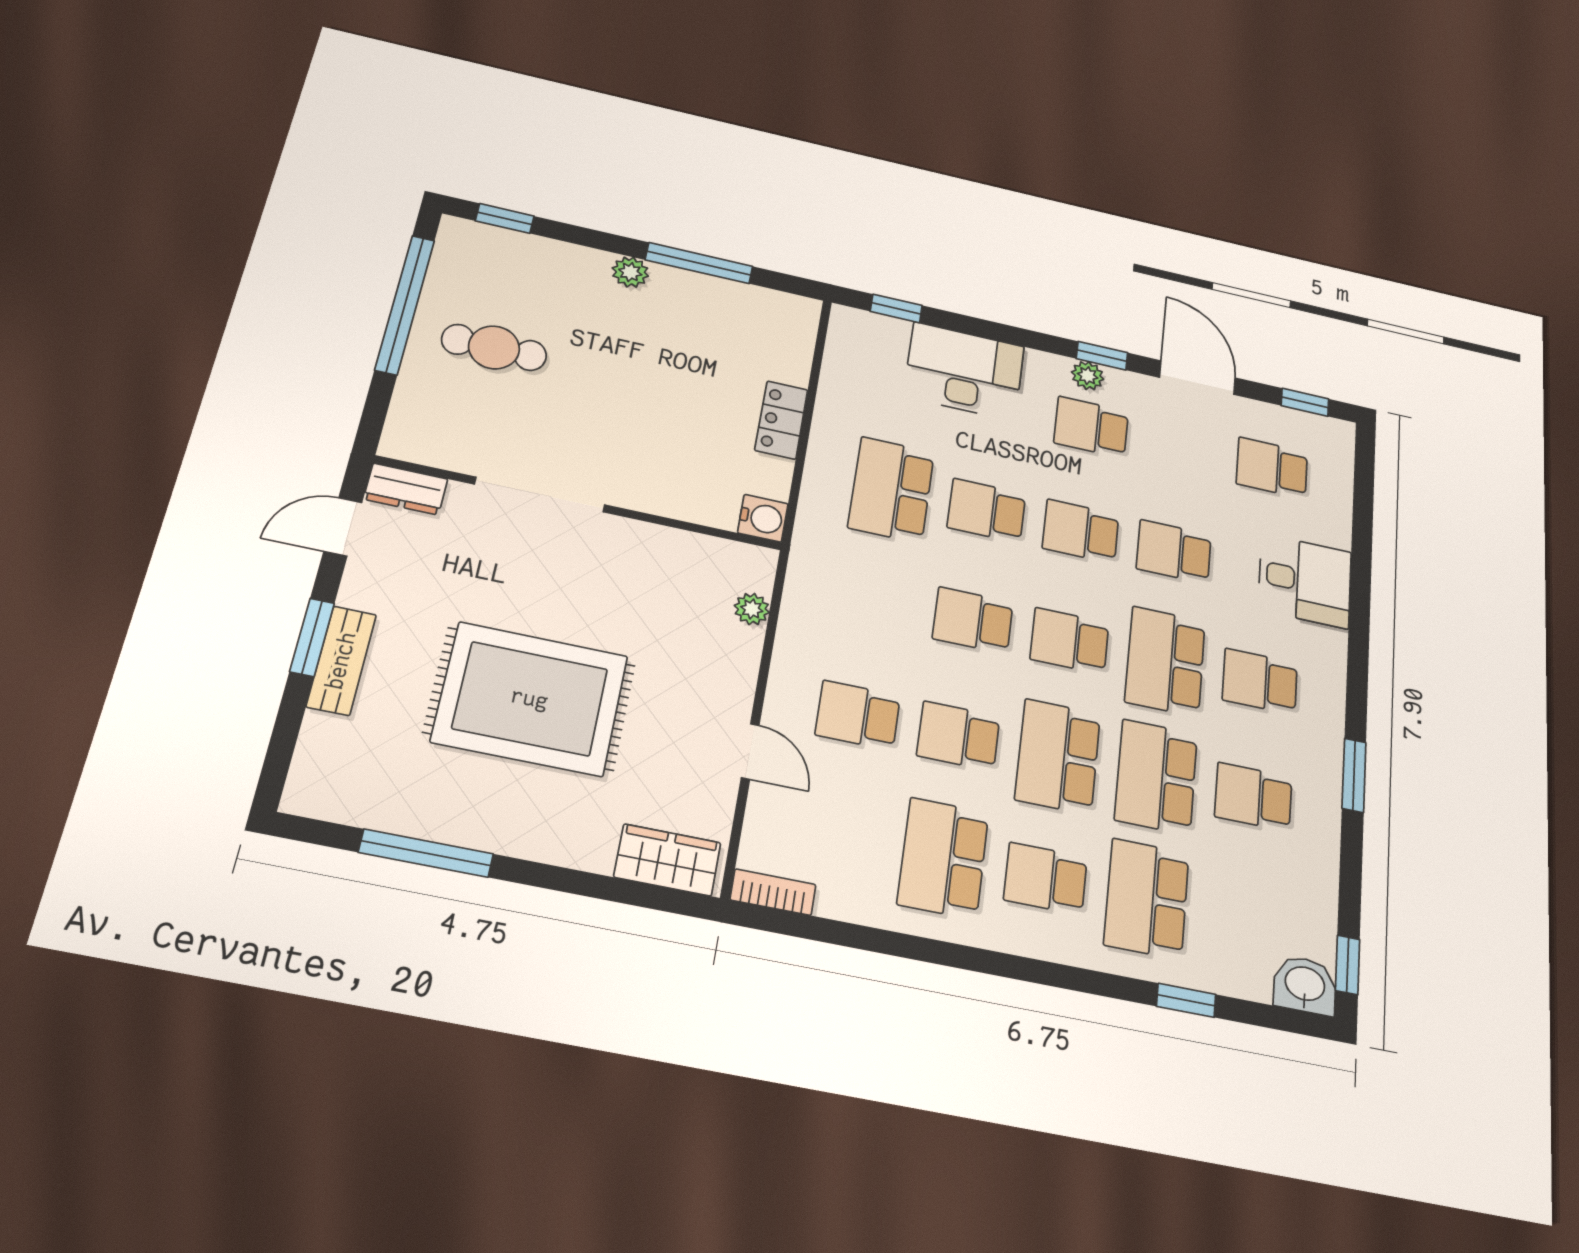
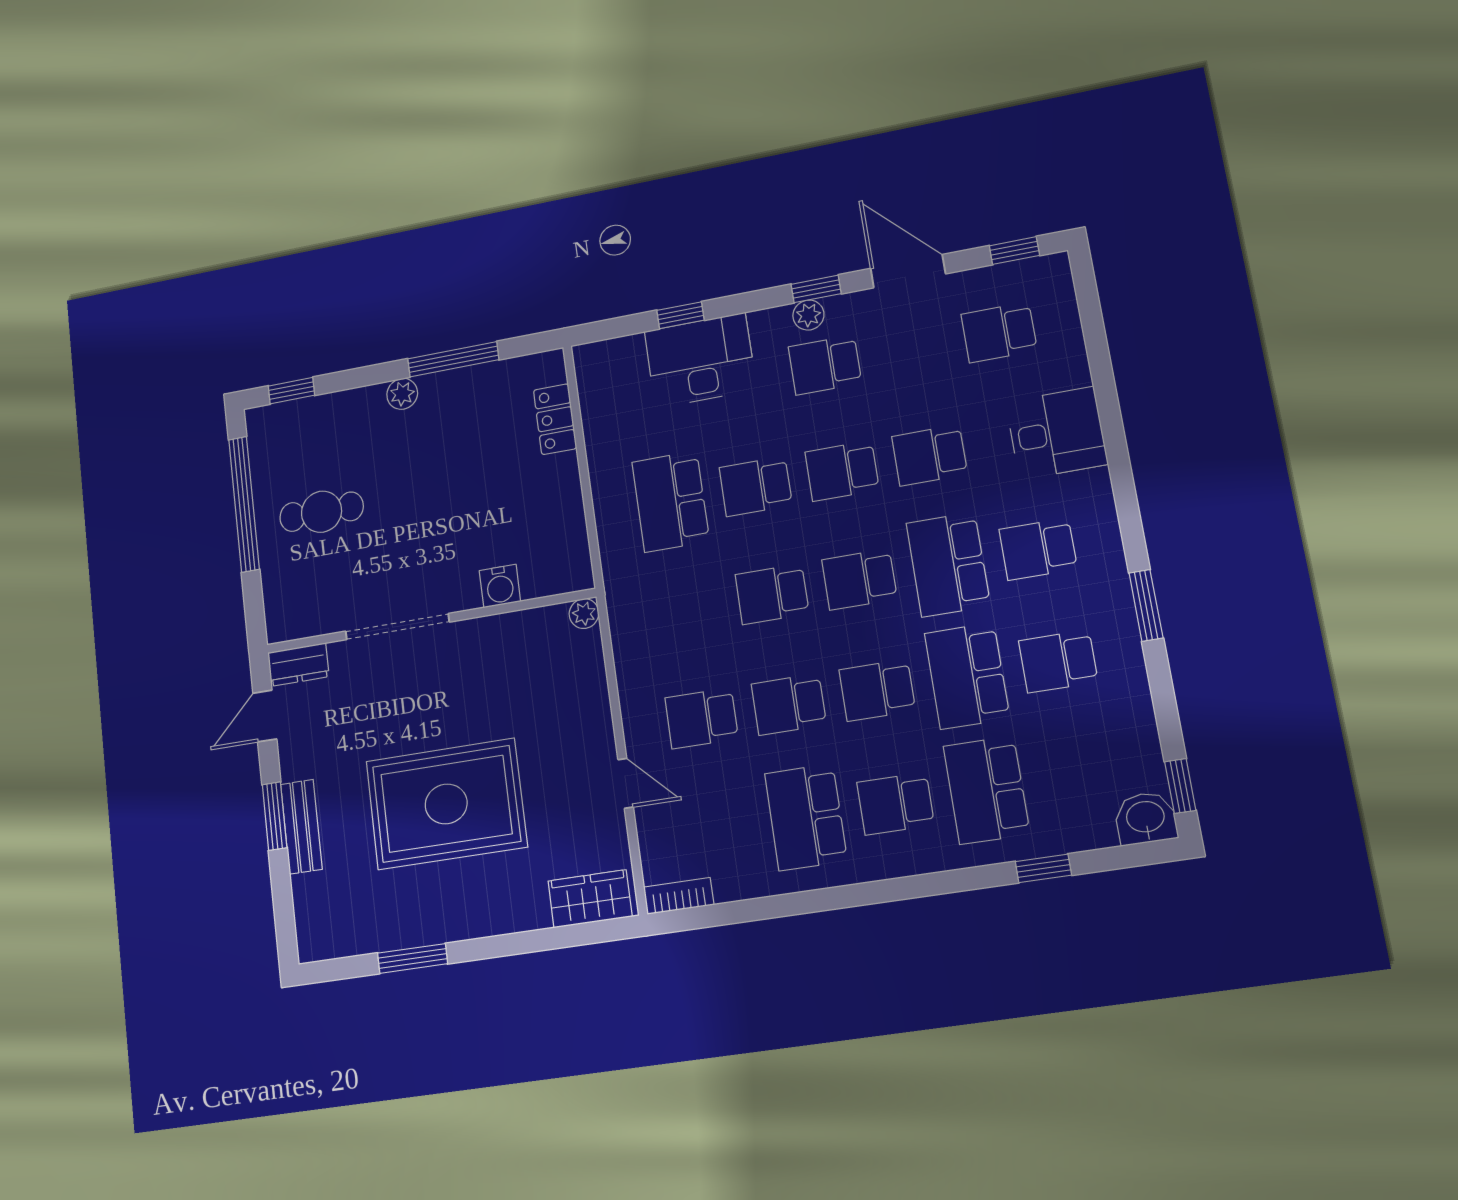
window: (896, 308) -> (680, 315), moved
locker: (781, 420) -> (555, 419), moved
water cooler: (763, 518) -> (500, 586), moved, turned 90
plant: (752, 609) -> (584, 614), moved
school desk: (1058, 756) -> (877, 690), width x0.54
window: (426, 853) -> (413, 958), width x0.69

